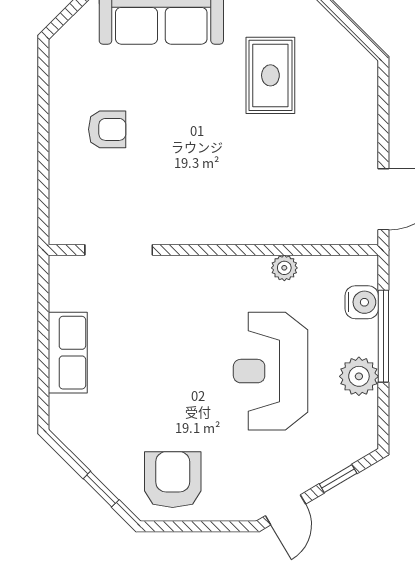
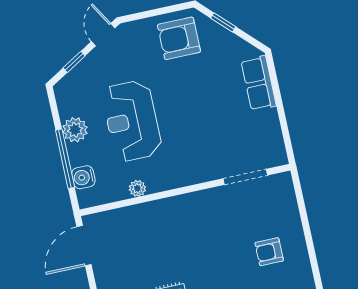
row of seats: (68, 353) -> (259, 83), moved
reception desk: (271, 371) -> (132, 121), turned 180
armchair: (173, 480) -> (179, 38), turned 90

